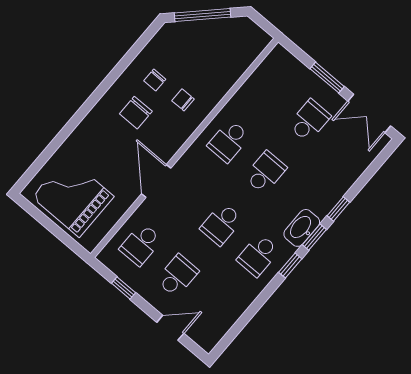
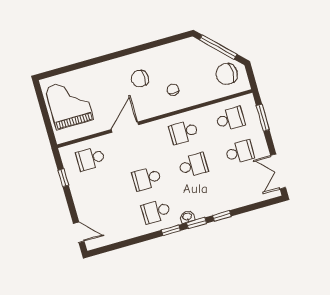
window: (327, 78) -> (263, 118), moved
chair: (155, 80) -> (227, 74), moved, width x1.87, depth x1.87
washbasin: (302, 228) -> (187, 217), width x0.52, depth x0.69
school desk: (177, 276) -> (230, 119), moved
door: (170, 328) -> (79, 232), moved

